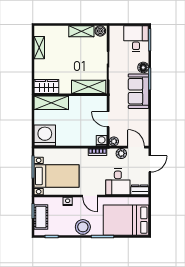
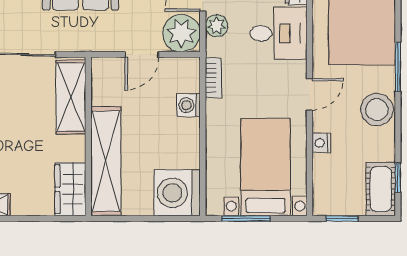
shelving: (51, 103) -> (106, 161), width x1.47
washing machine: (102, 141) -> (189, 105), moved
plant: (114, 141) -> (181, 33), width x1.88, depth x1.88
cot: (41, 217) -> (381, 189), moved, turned 90

